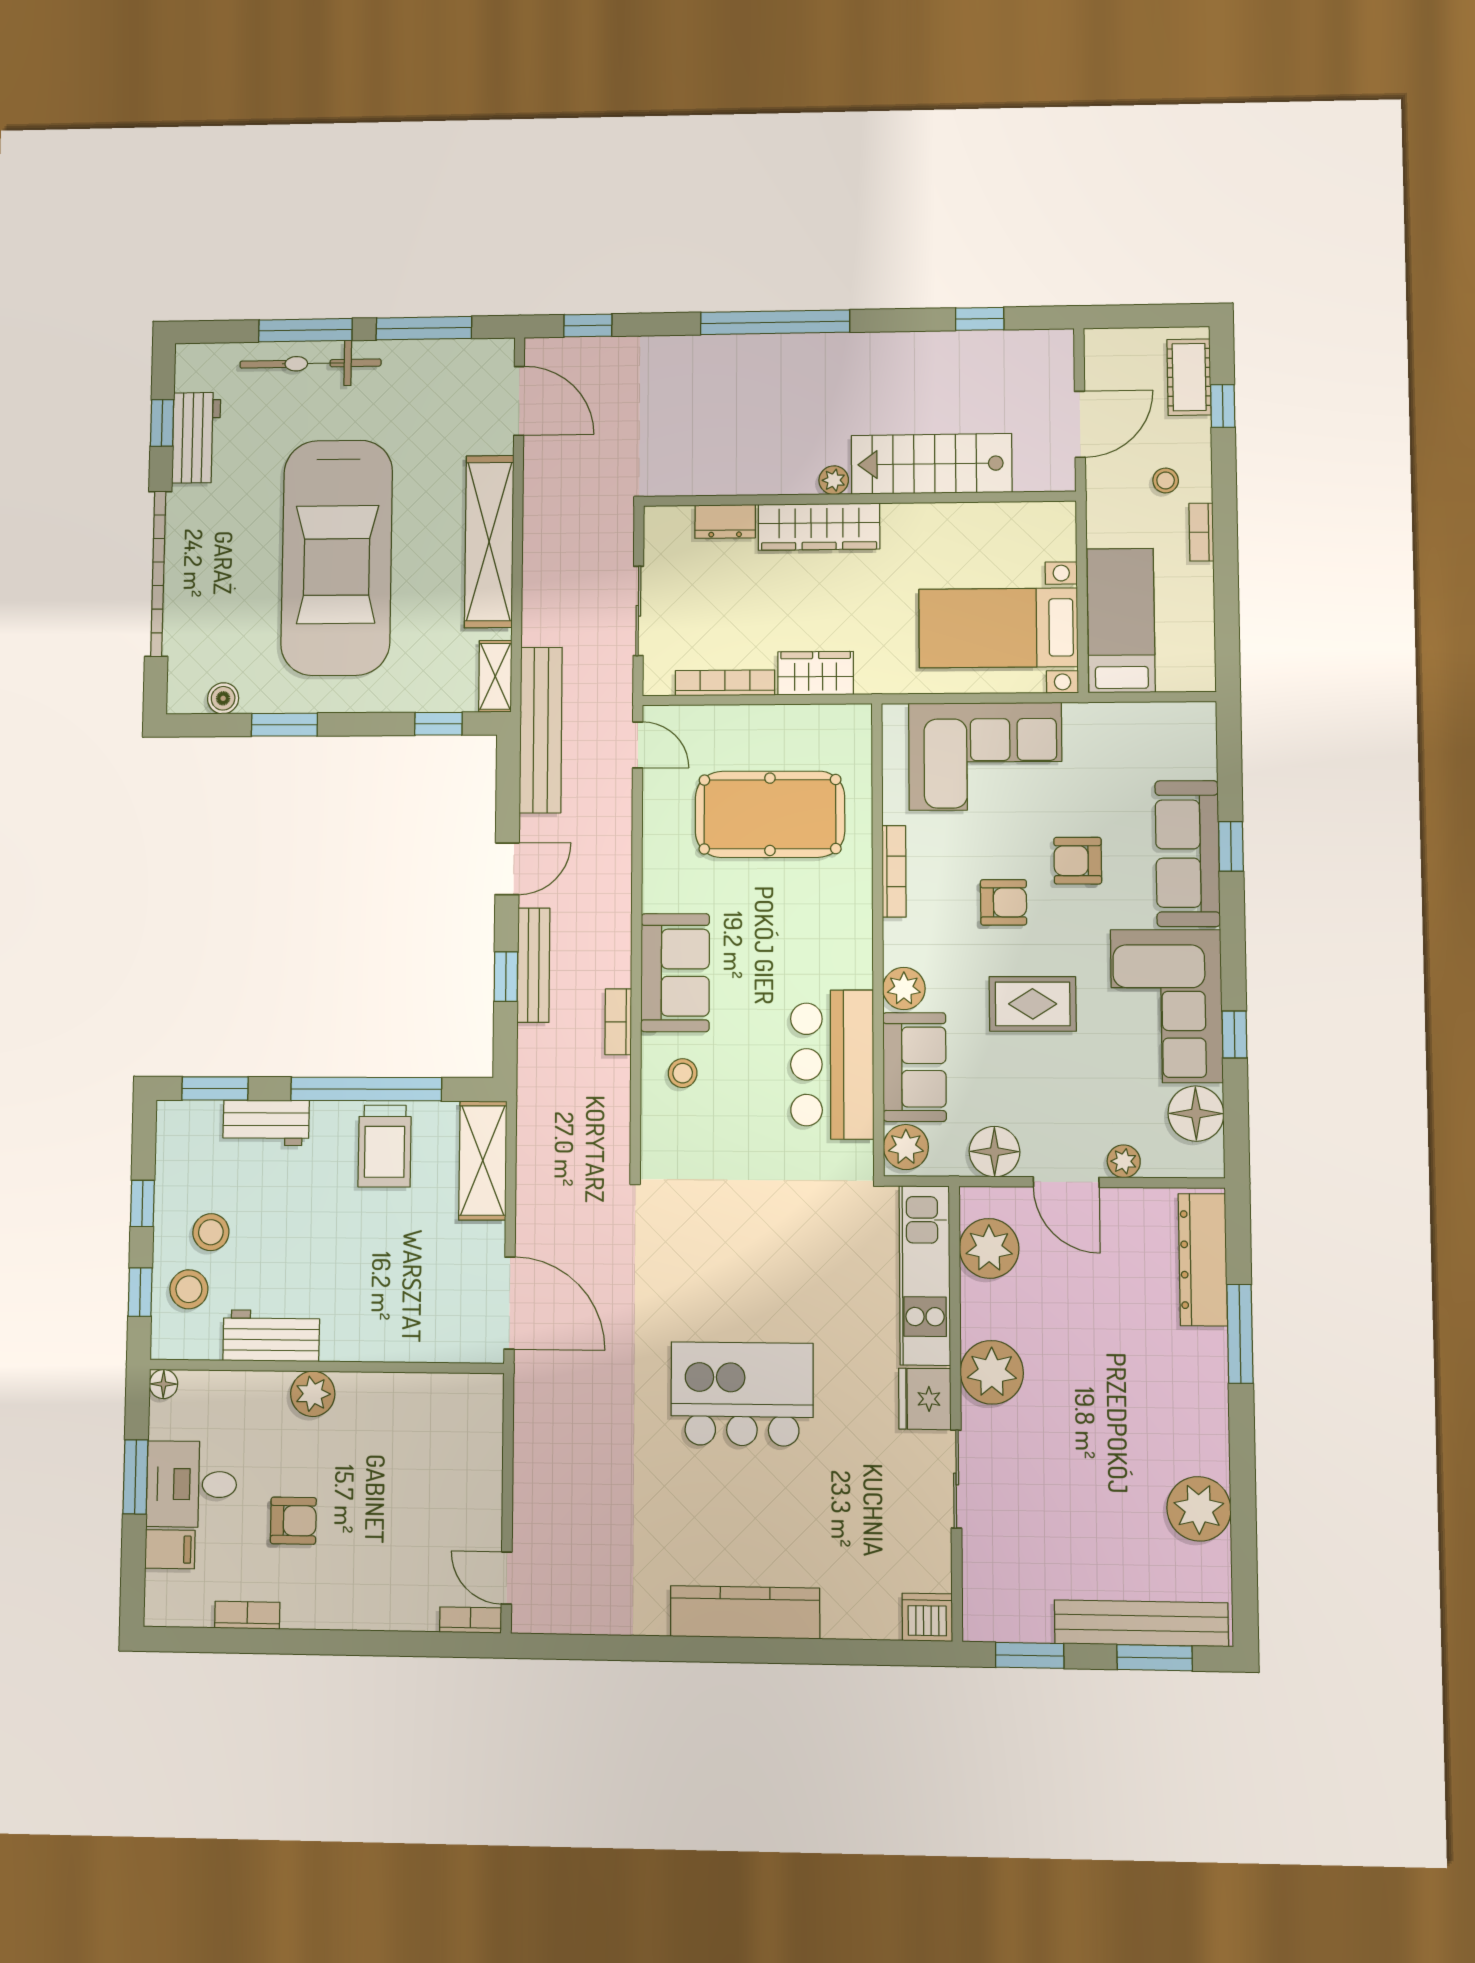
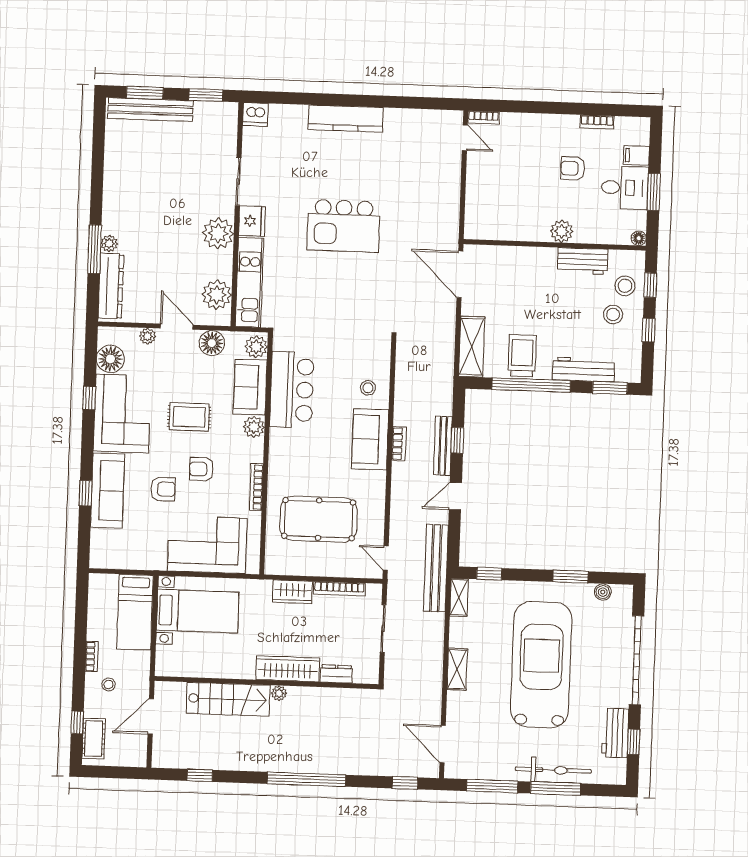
shelving: (489, 541) -> (457, 669), width x0.45, depth x0.75
bookcase: (618, 1022) -> (399, 444), moved
workbench: (266, 1123) -> (583, 369), width x1.38
plant: (1199, 1509) -> (109, 243), moved, width x0.53, depth x0.53

